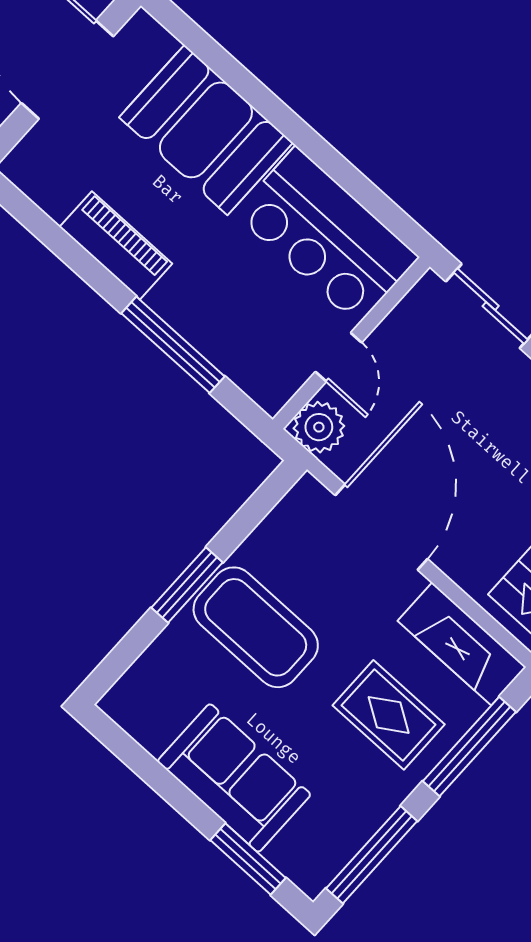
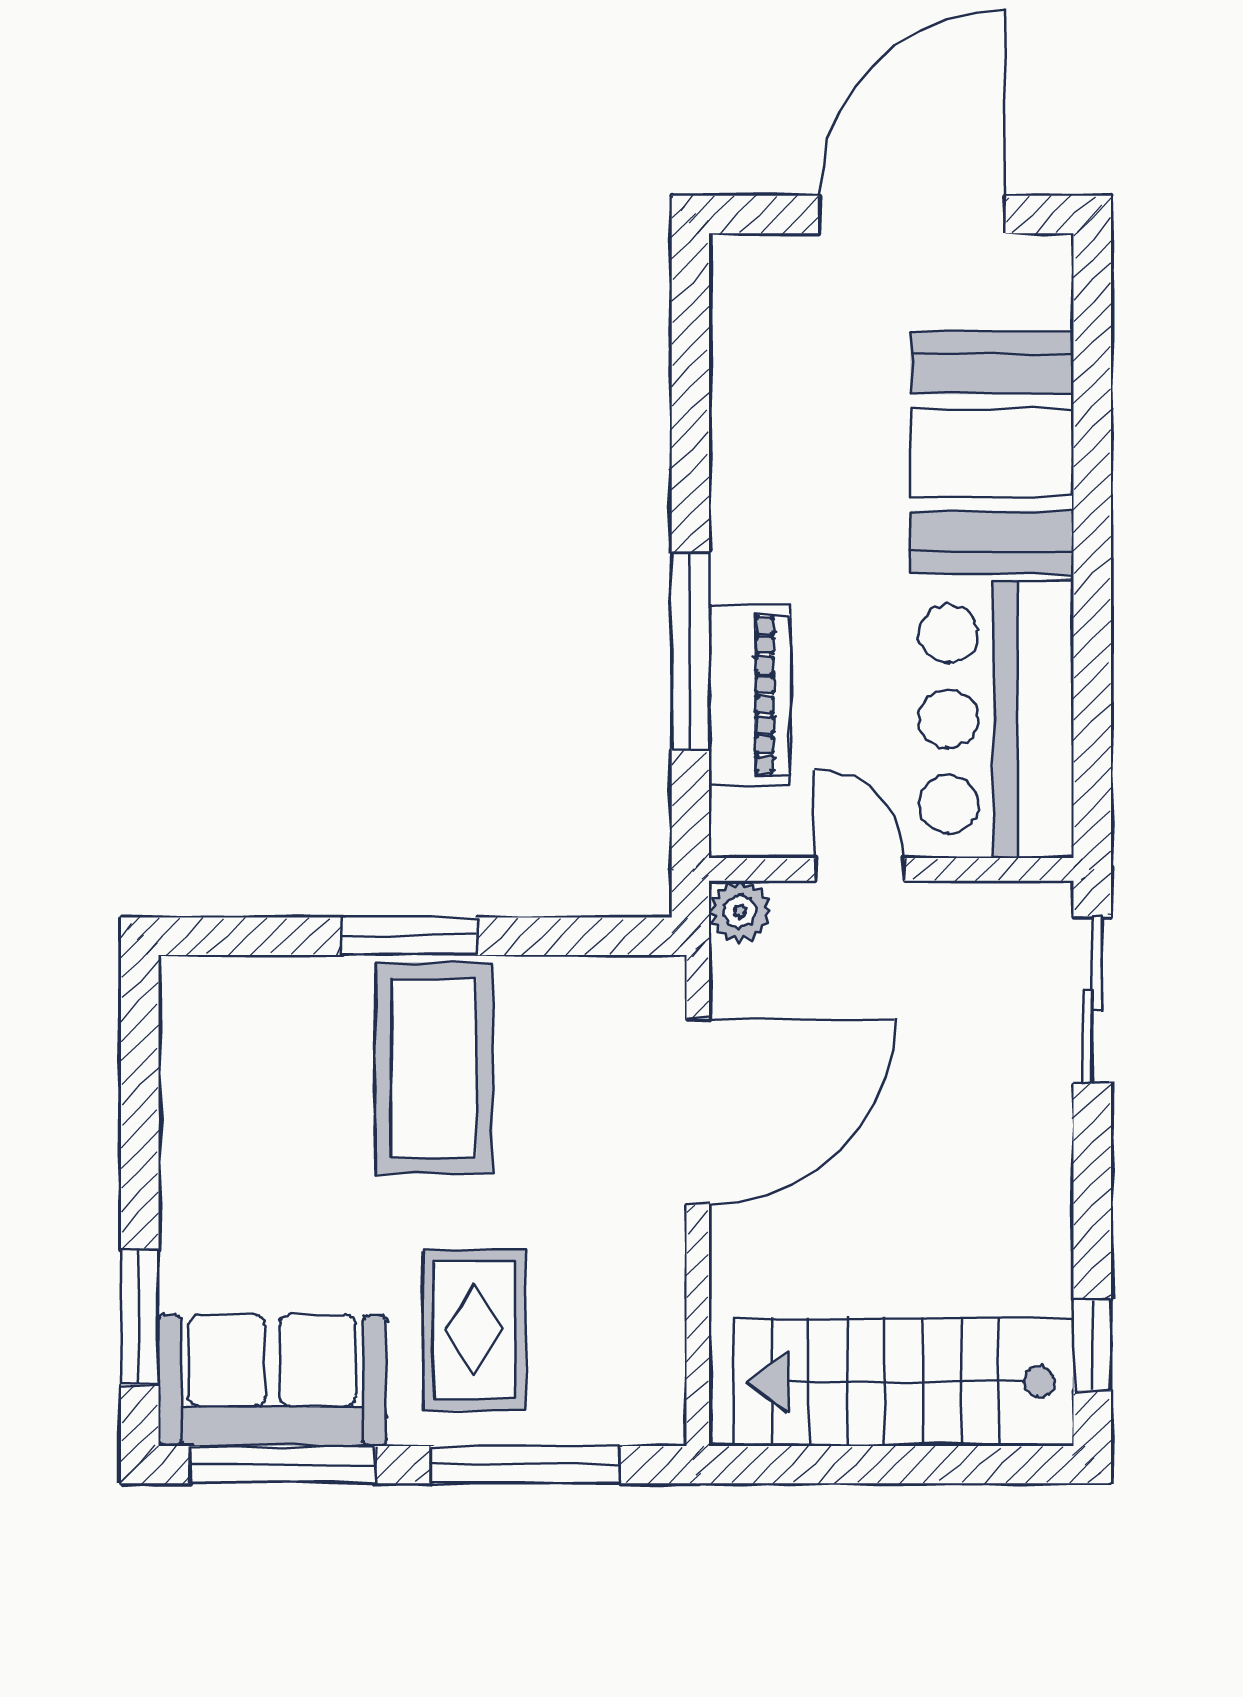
piano: (116, 245) -> (749, 695), moved
door: (339, 357) -> (860, 869), swing flipped
plant: (319, 427) -> (740, 911), width x0.73, depth x0.73
fireplace: (462, 644) -> (643, 1341), removed
sofa: (234, 778) -> (272, 1380), moved, turned -90

